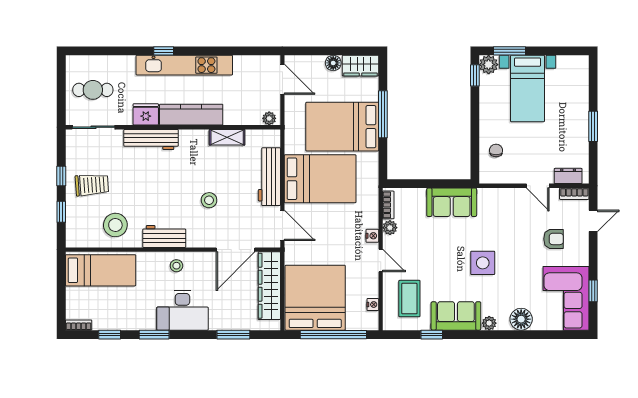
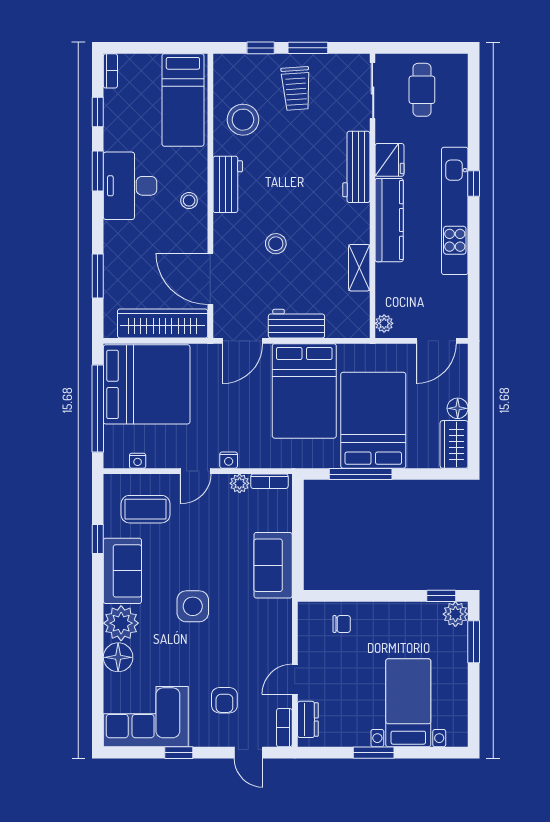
bed with nightstands: (528, 88) -> (408, 703), moved, turned 90
window: (383, 114) -> (361, 474), moved
window: (61, 176) -> (308, 48), width x1.50
workbench: (269, 177) -> (296, 324), width x0.73
window: (593, 291) -> (179, 753), moved
desk: (182, 310) -> (130, 186), moved
plant: (489, 323) -> (121, 623), width x1.87, depth x1.87

